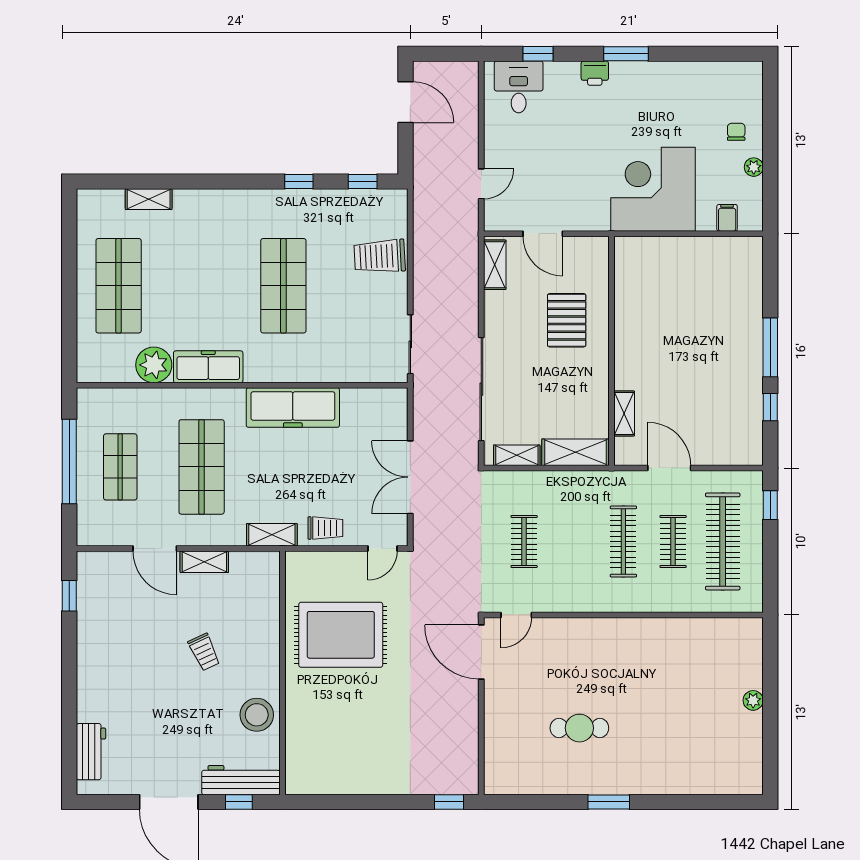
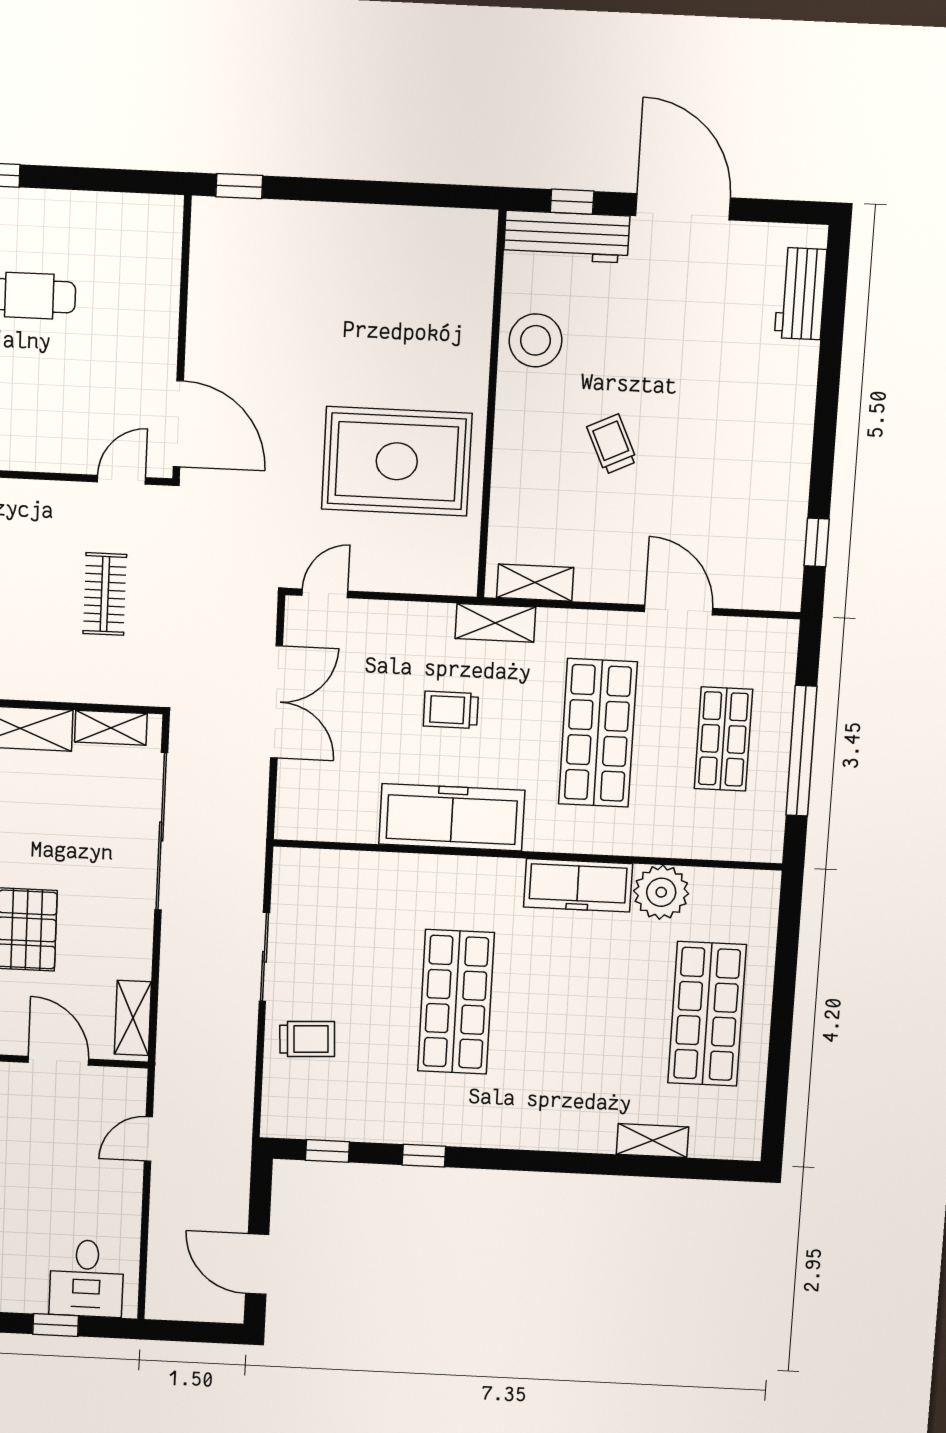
trolley: (380, 256) -> (307, 1039), width x0.73, depth x0.72
sliding door: (410, 344) -> (264, 957), moved
trolley: (325, 528) -> (451, 710), moved
shelving: (204, 562) -> (535, 583), moved

